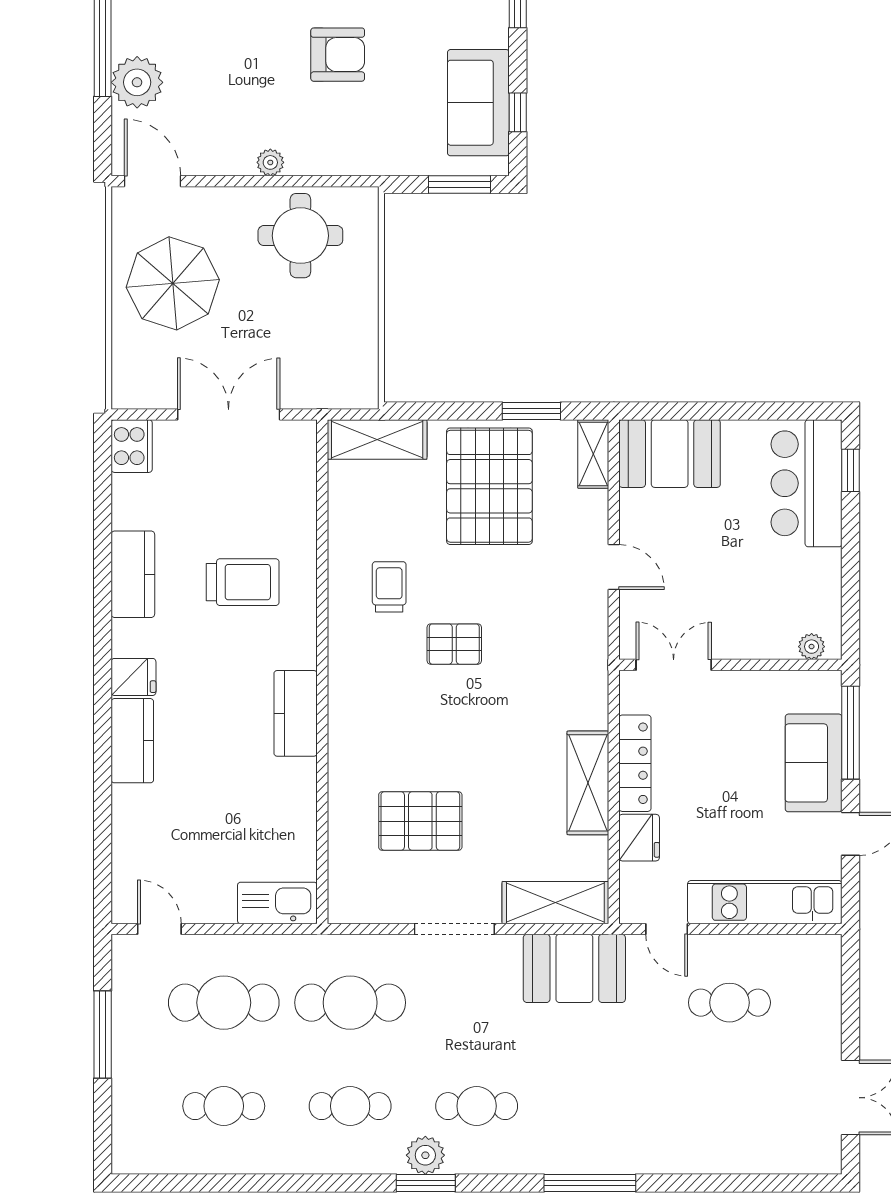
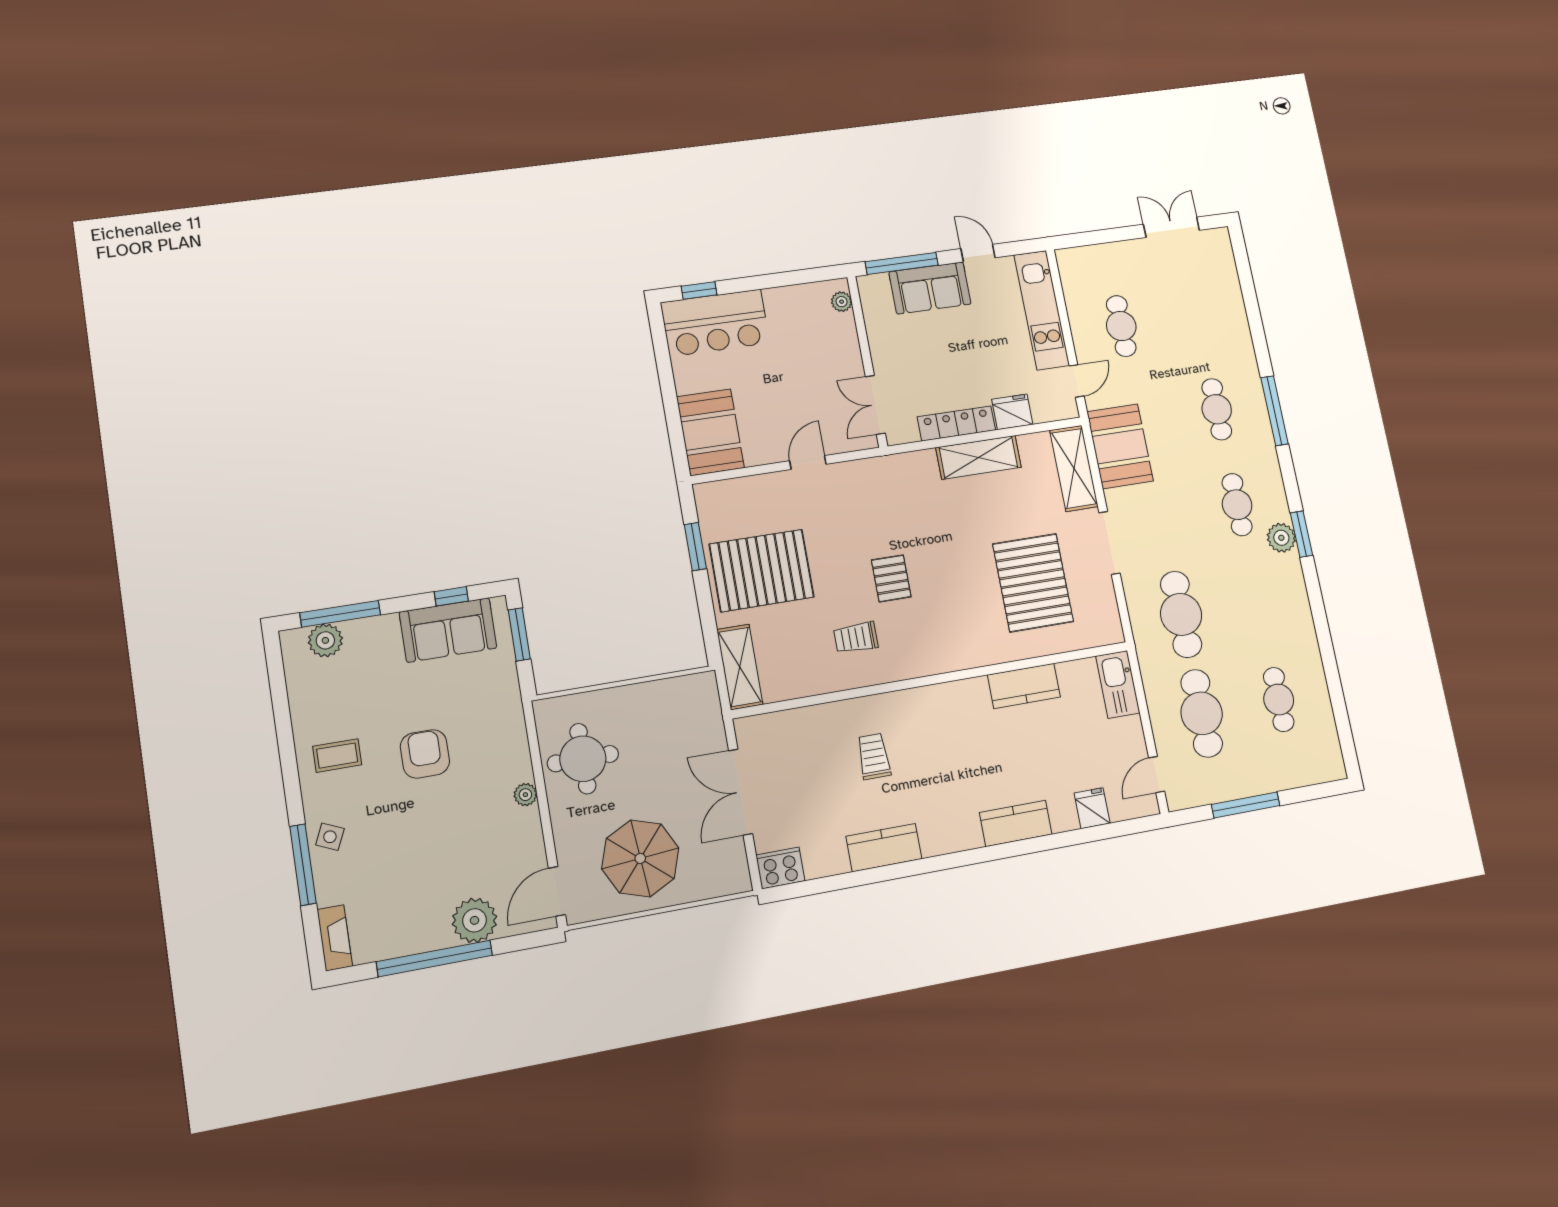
shelving: (593, 454) -> (721, 492), removed
trolley: (243, 582) -> (874, 756), width x0.73, depth x0.72
fridge: (133, 677) -> (1092, 808), moved
kitchen counter: (296, 713) -> (1024, 686), moved
pallet: (420, 821) -> (1033, 583), width x1.37, depth x1.41
cafe table: (350, 1106) -> (1217, 409), moved

